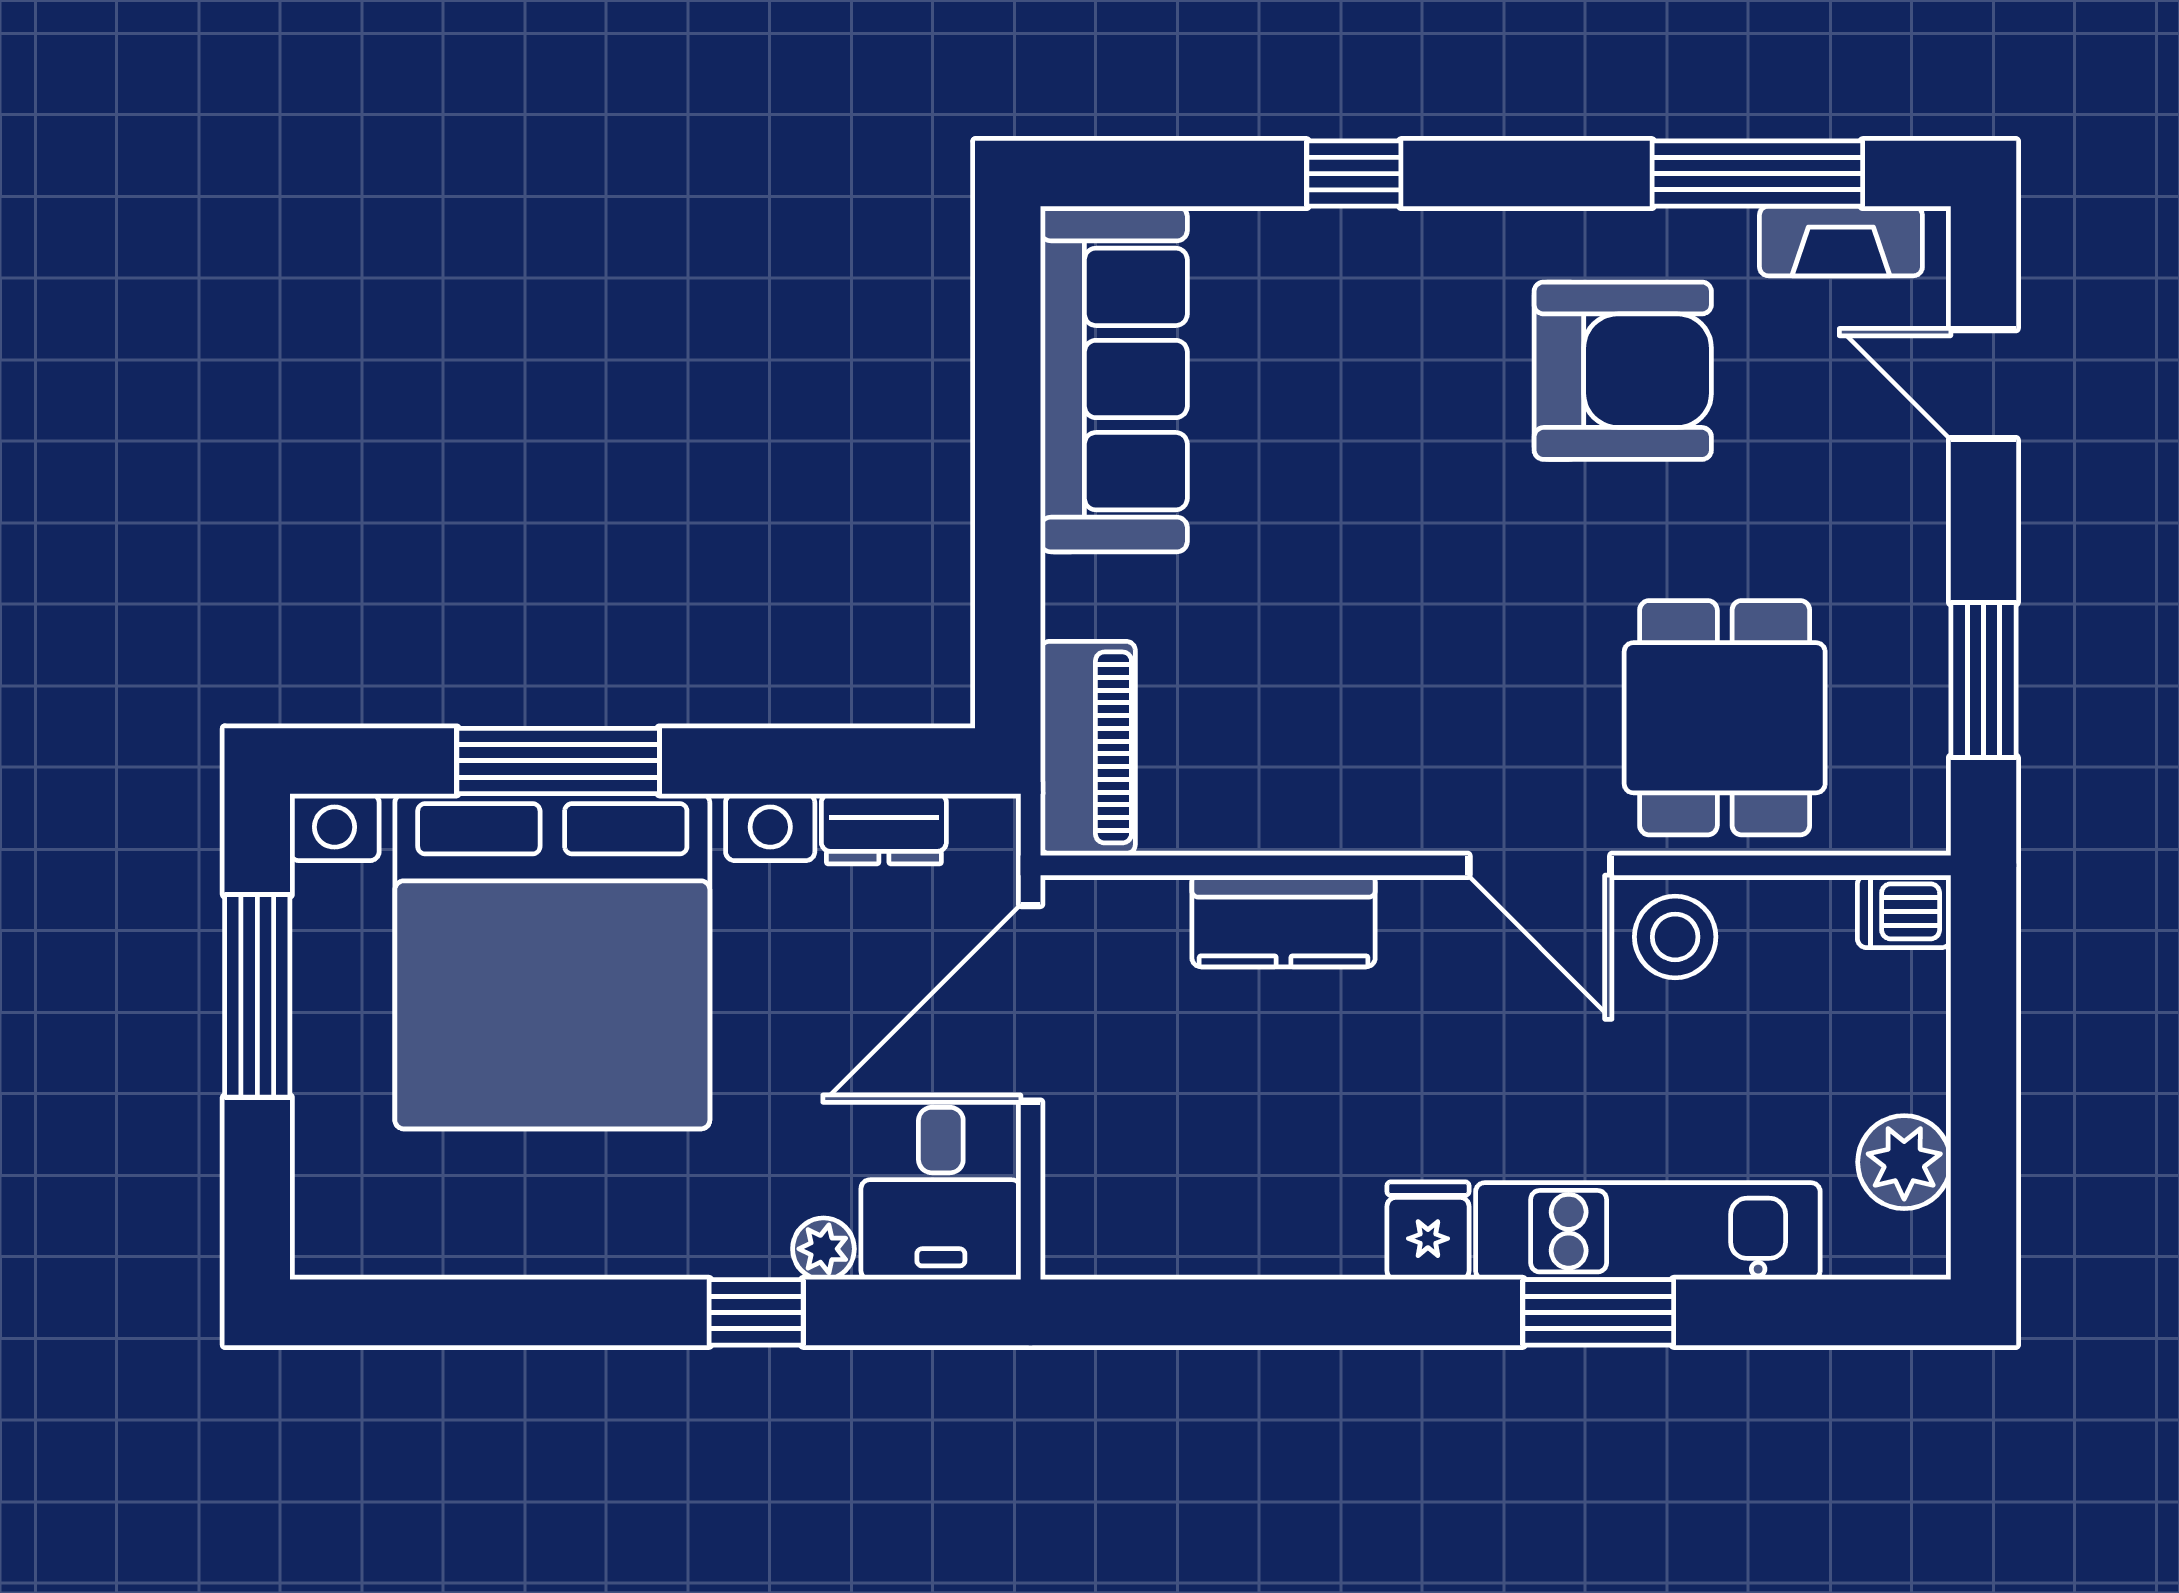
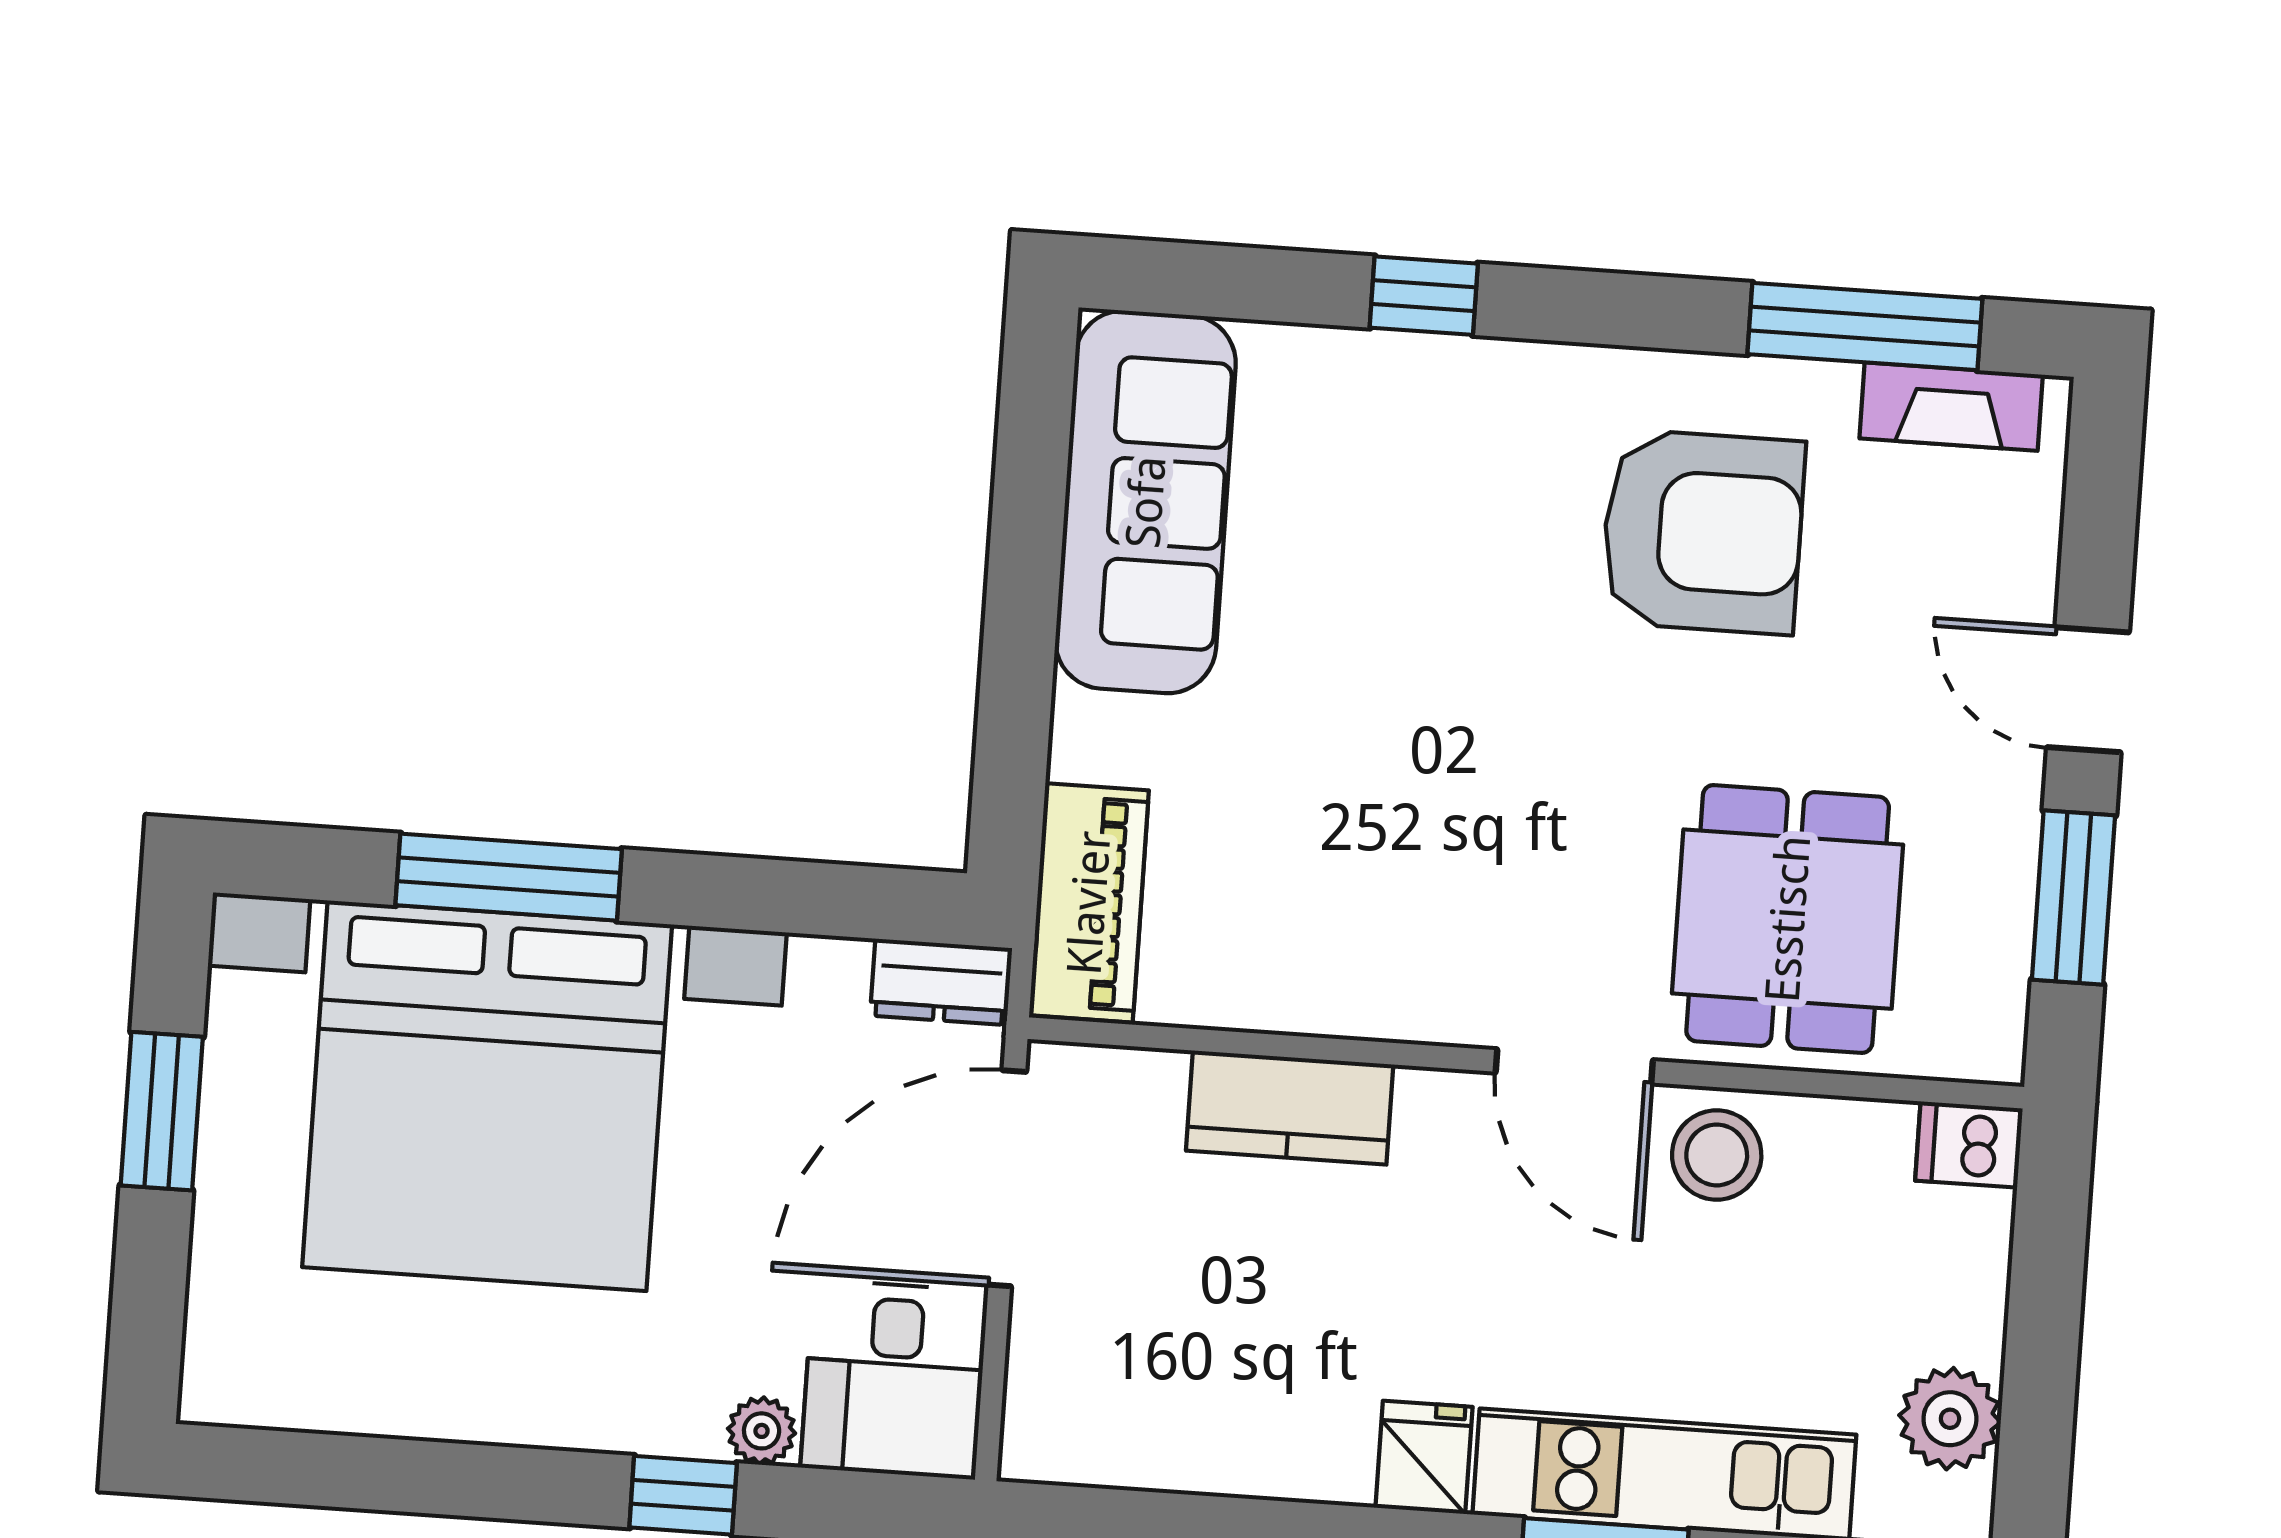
door: (1983, 384) -> (2088, 690), moved
dresser: (884, 829) -> (941, 982), moved
window: (257, 996) -> (162, 1111), width x0.69

